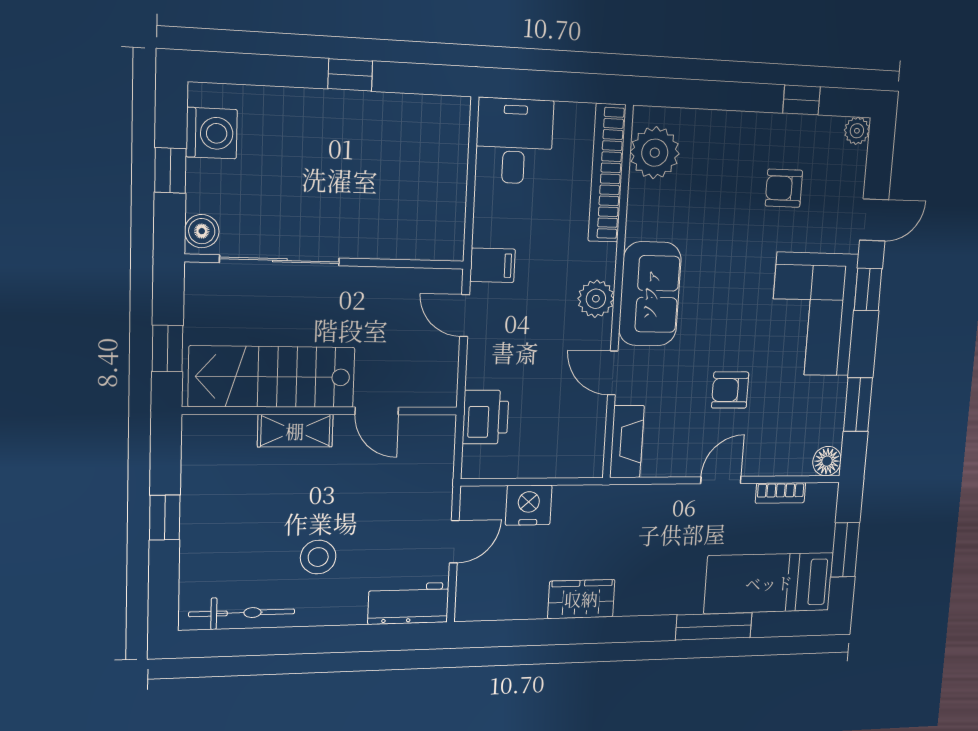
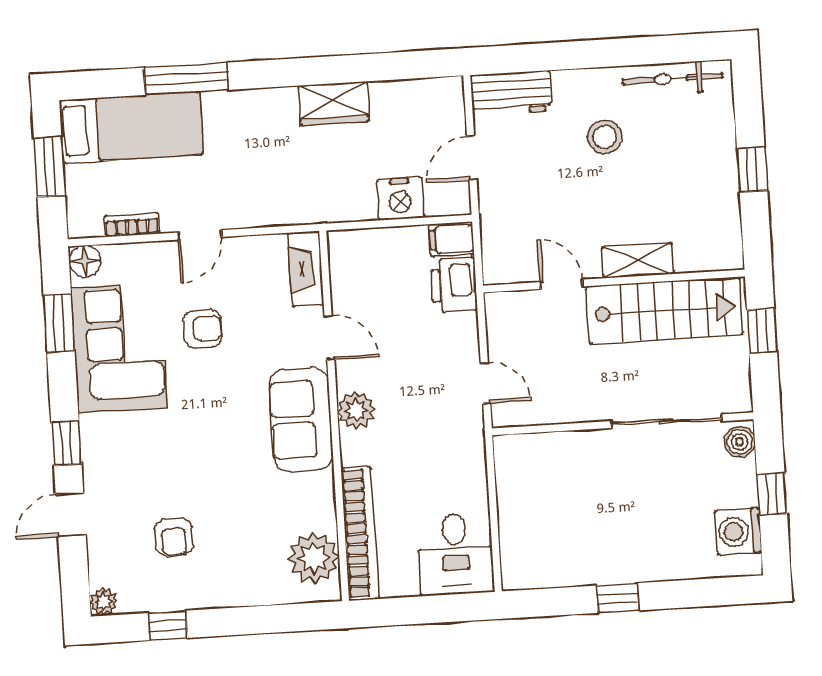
armchair: (784, 188) -> (174, 537), turned 90
filing cabinet: (493, 265) -> (452, 239), moved
corner sofa: (813, 314) -> (119, 348), moved

